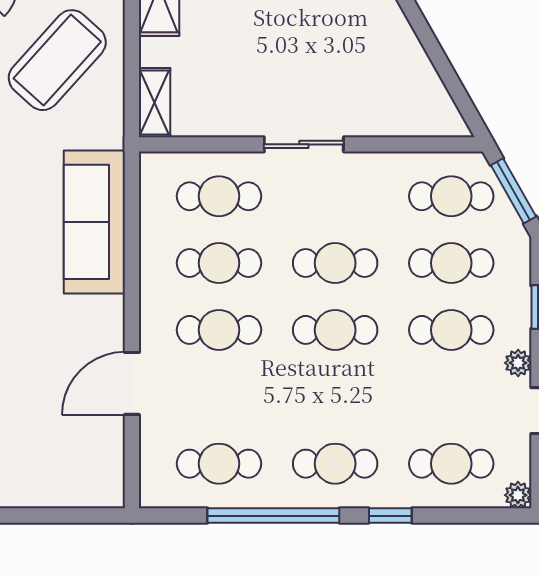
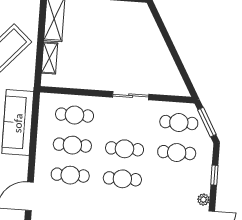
shelving: (155, 103) -> (50, 58), moved
sliding door: (304, 144) -> (131, 96), moved
cafe table: (451, 330) -> (175, 183), removed

